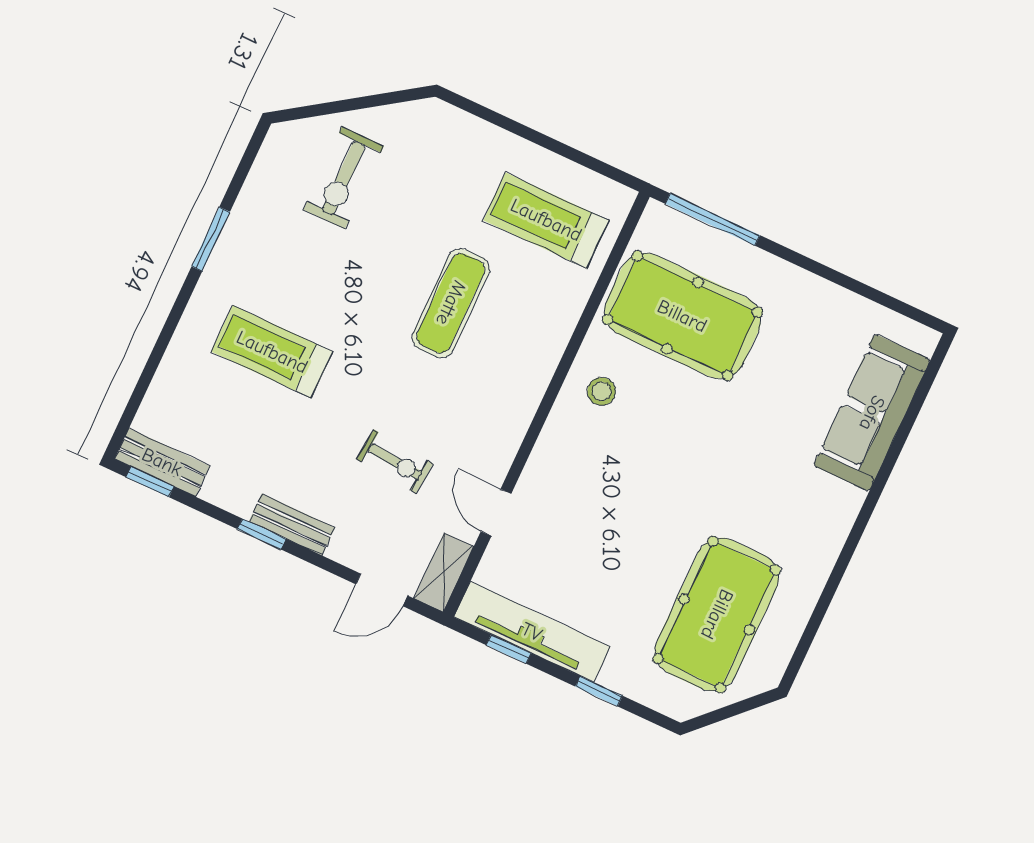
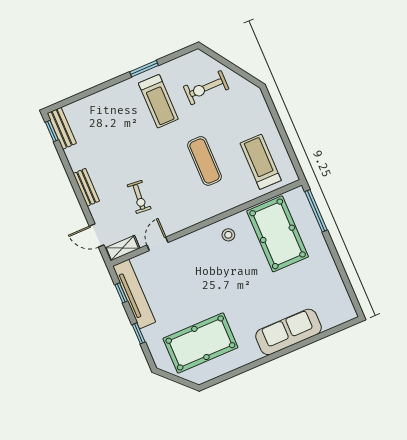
exercise mat: (451, 303) -> (204, 161), turned 90
treadmill: (272, 352) -> (158, 101), moved, turned 180
sofa: (872, 413) -> (288, 332), moved
window: (262, 534) -> (73, 181), removed

